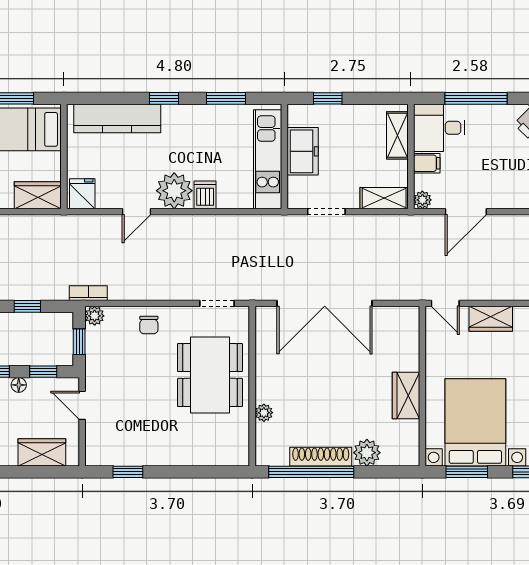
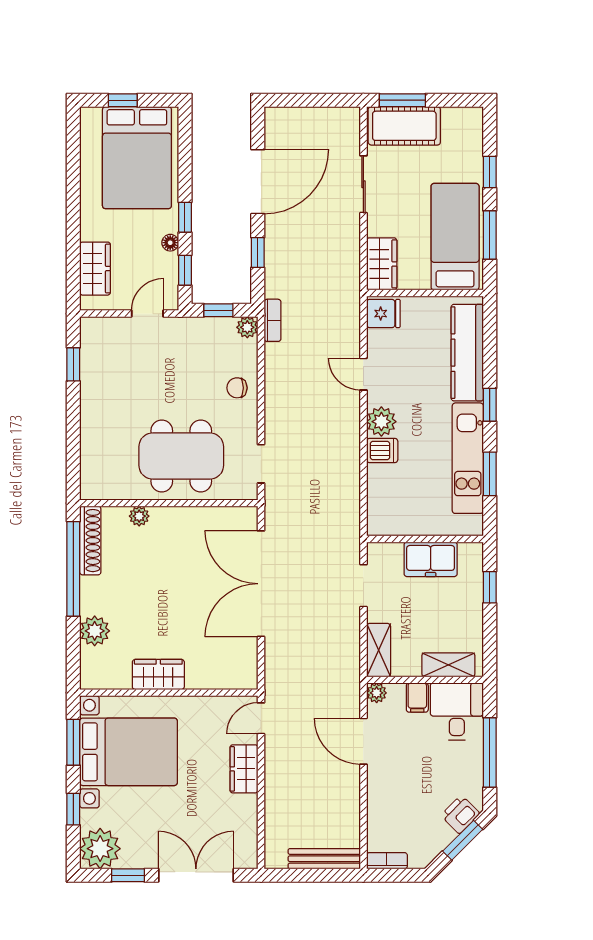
kitchen unit: (268, 159) -> (468, 458), moved, turned -90
plant: (174, 191) -> (381, 422), width x0.73, depth x0.73
shoe rack: (321, 457) -> (90, 541), moved

